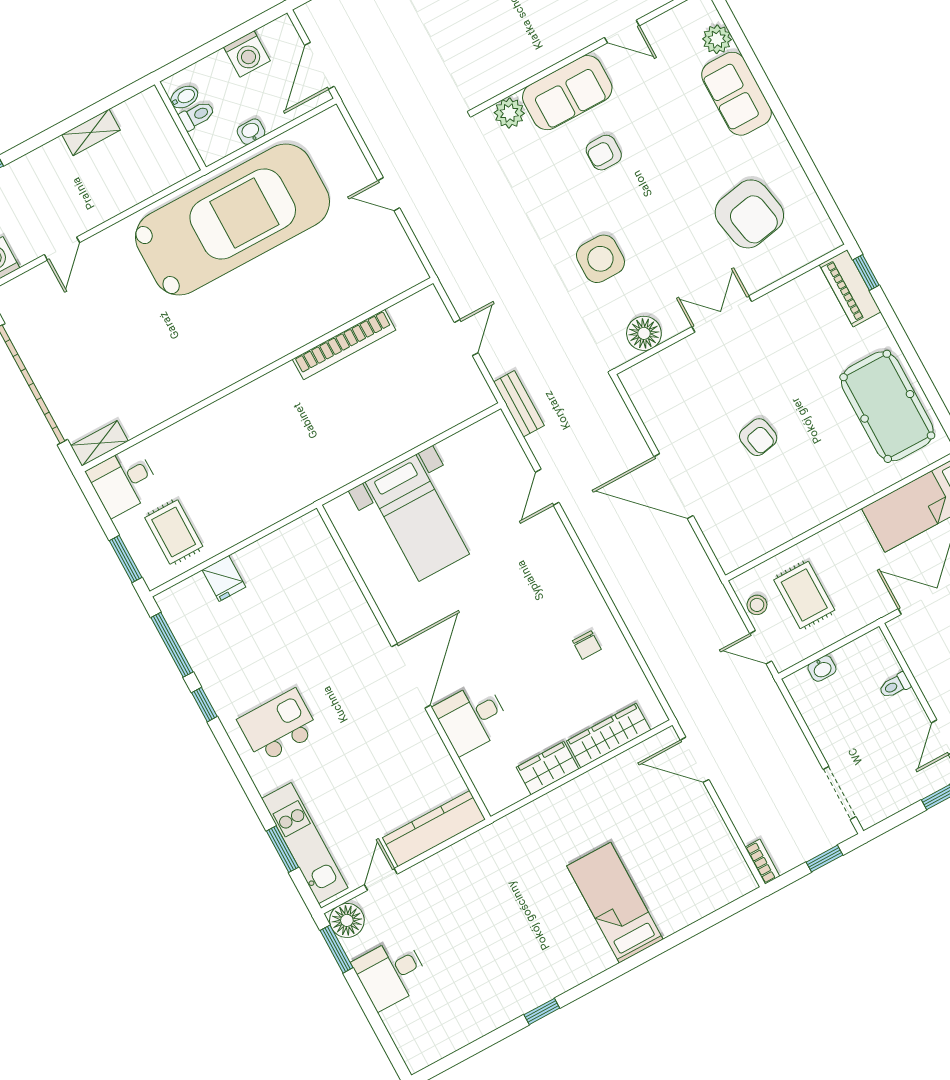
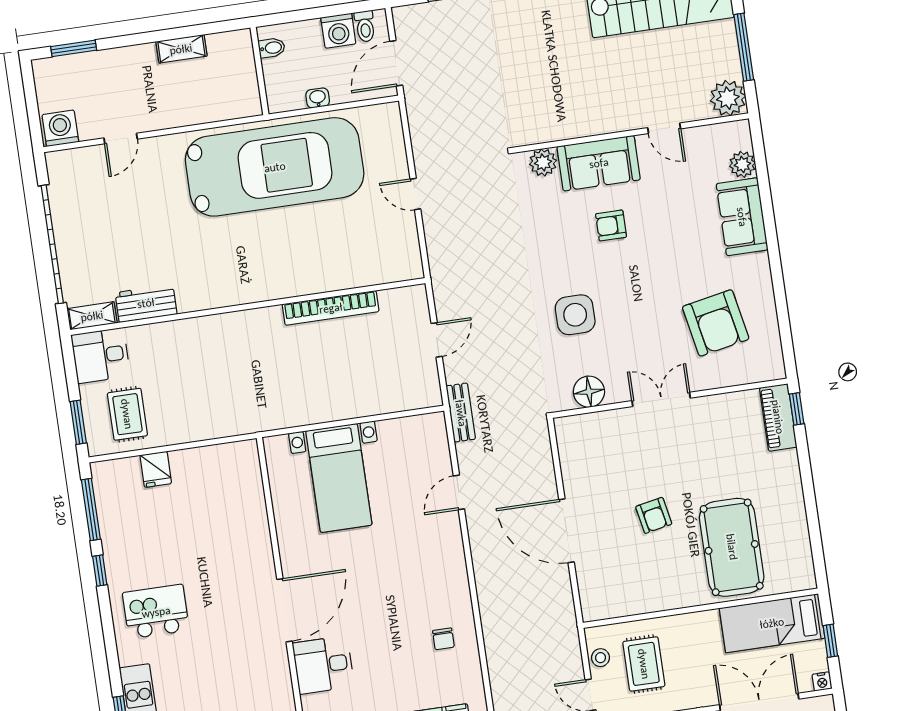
toilet: (197, 115) -> (365, 26), moved, turned 90
pool table: (887, 406) -> (732, 547), moved
workbench: (151, 410) -> (146, 303), added

